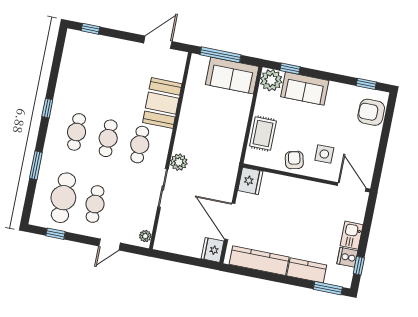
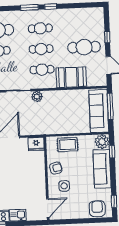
window: (90, 29) -> (107, 37), moved
cafe table: (121, 73) -> (84, 47), added
sofa: (232, 75) -> (99, 111), width x1.36
sofa: (305, 89) -> (102, 169), width x1.36
window: (36, 165) -> (29, 7), moved

